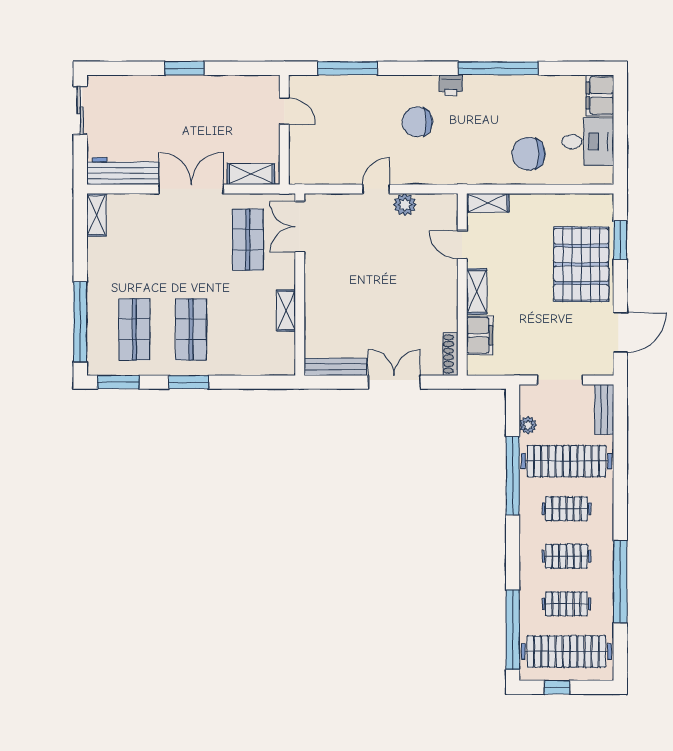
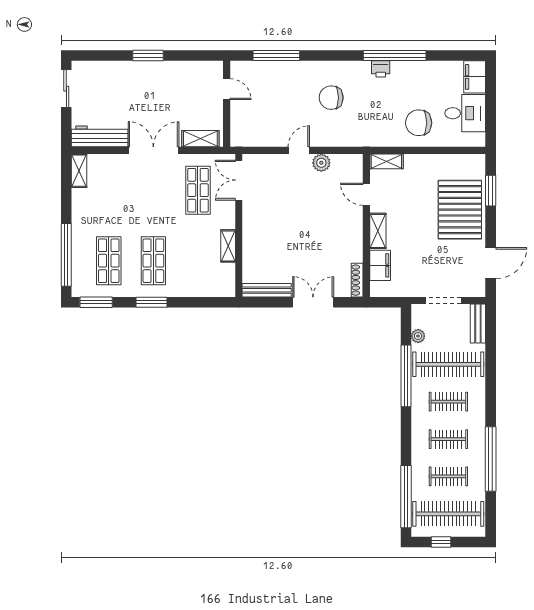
printer: (451, 85) -> (381, 69), moved

